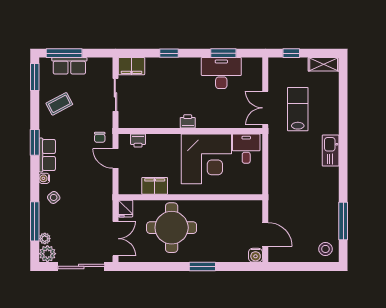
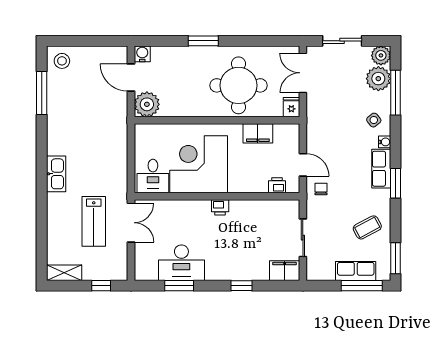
plant: (251, 211) -> (147, 104), added
plant: (45, 239) -> (378, 79), width x1.88, depth x1.88
sliding door: (81, 266) -> (342, 41), width x0.73

